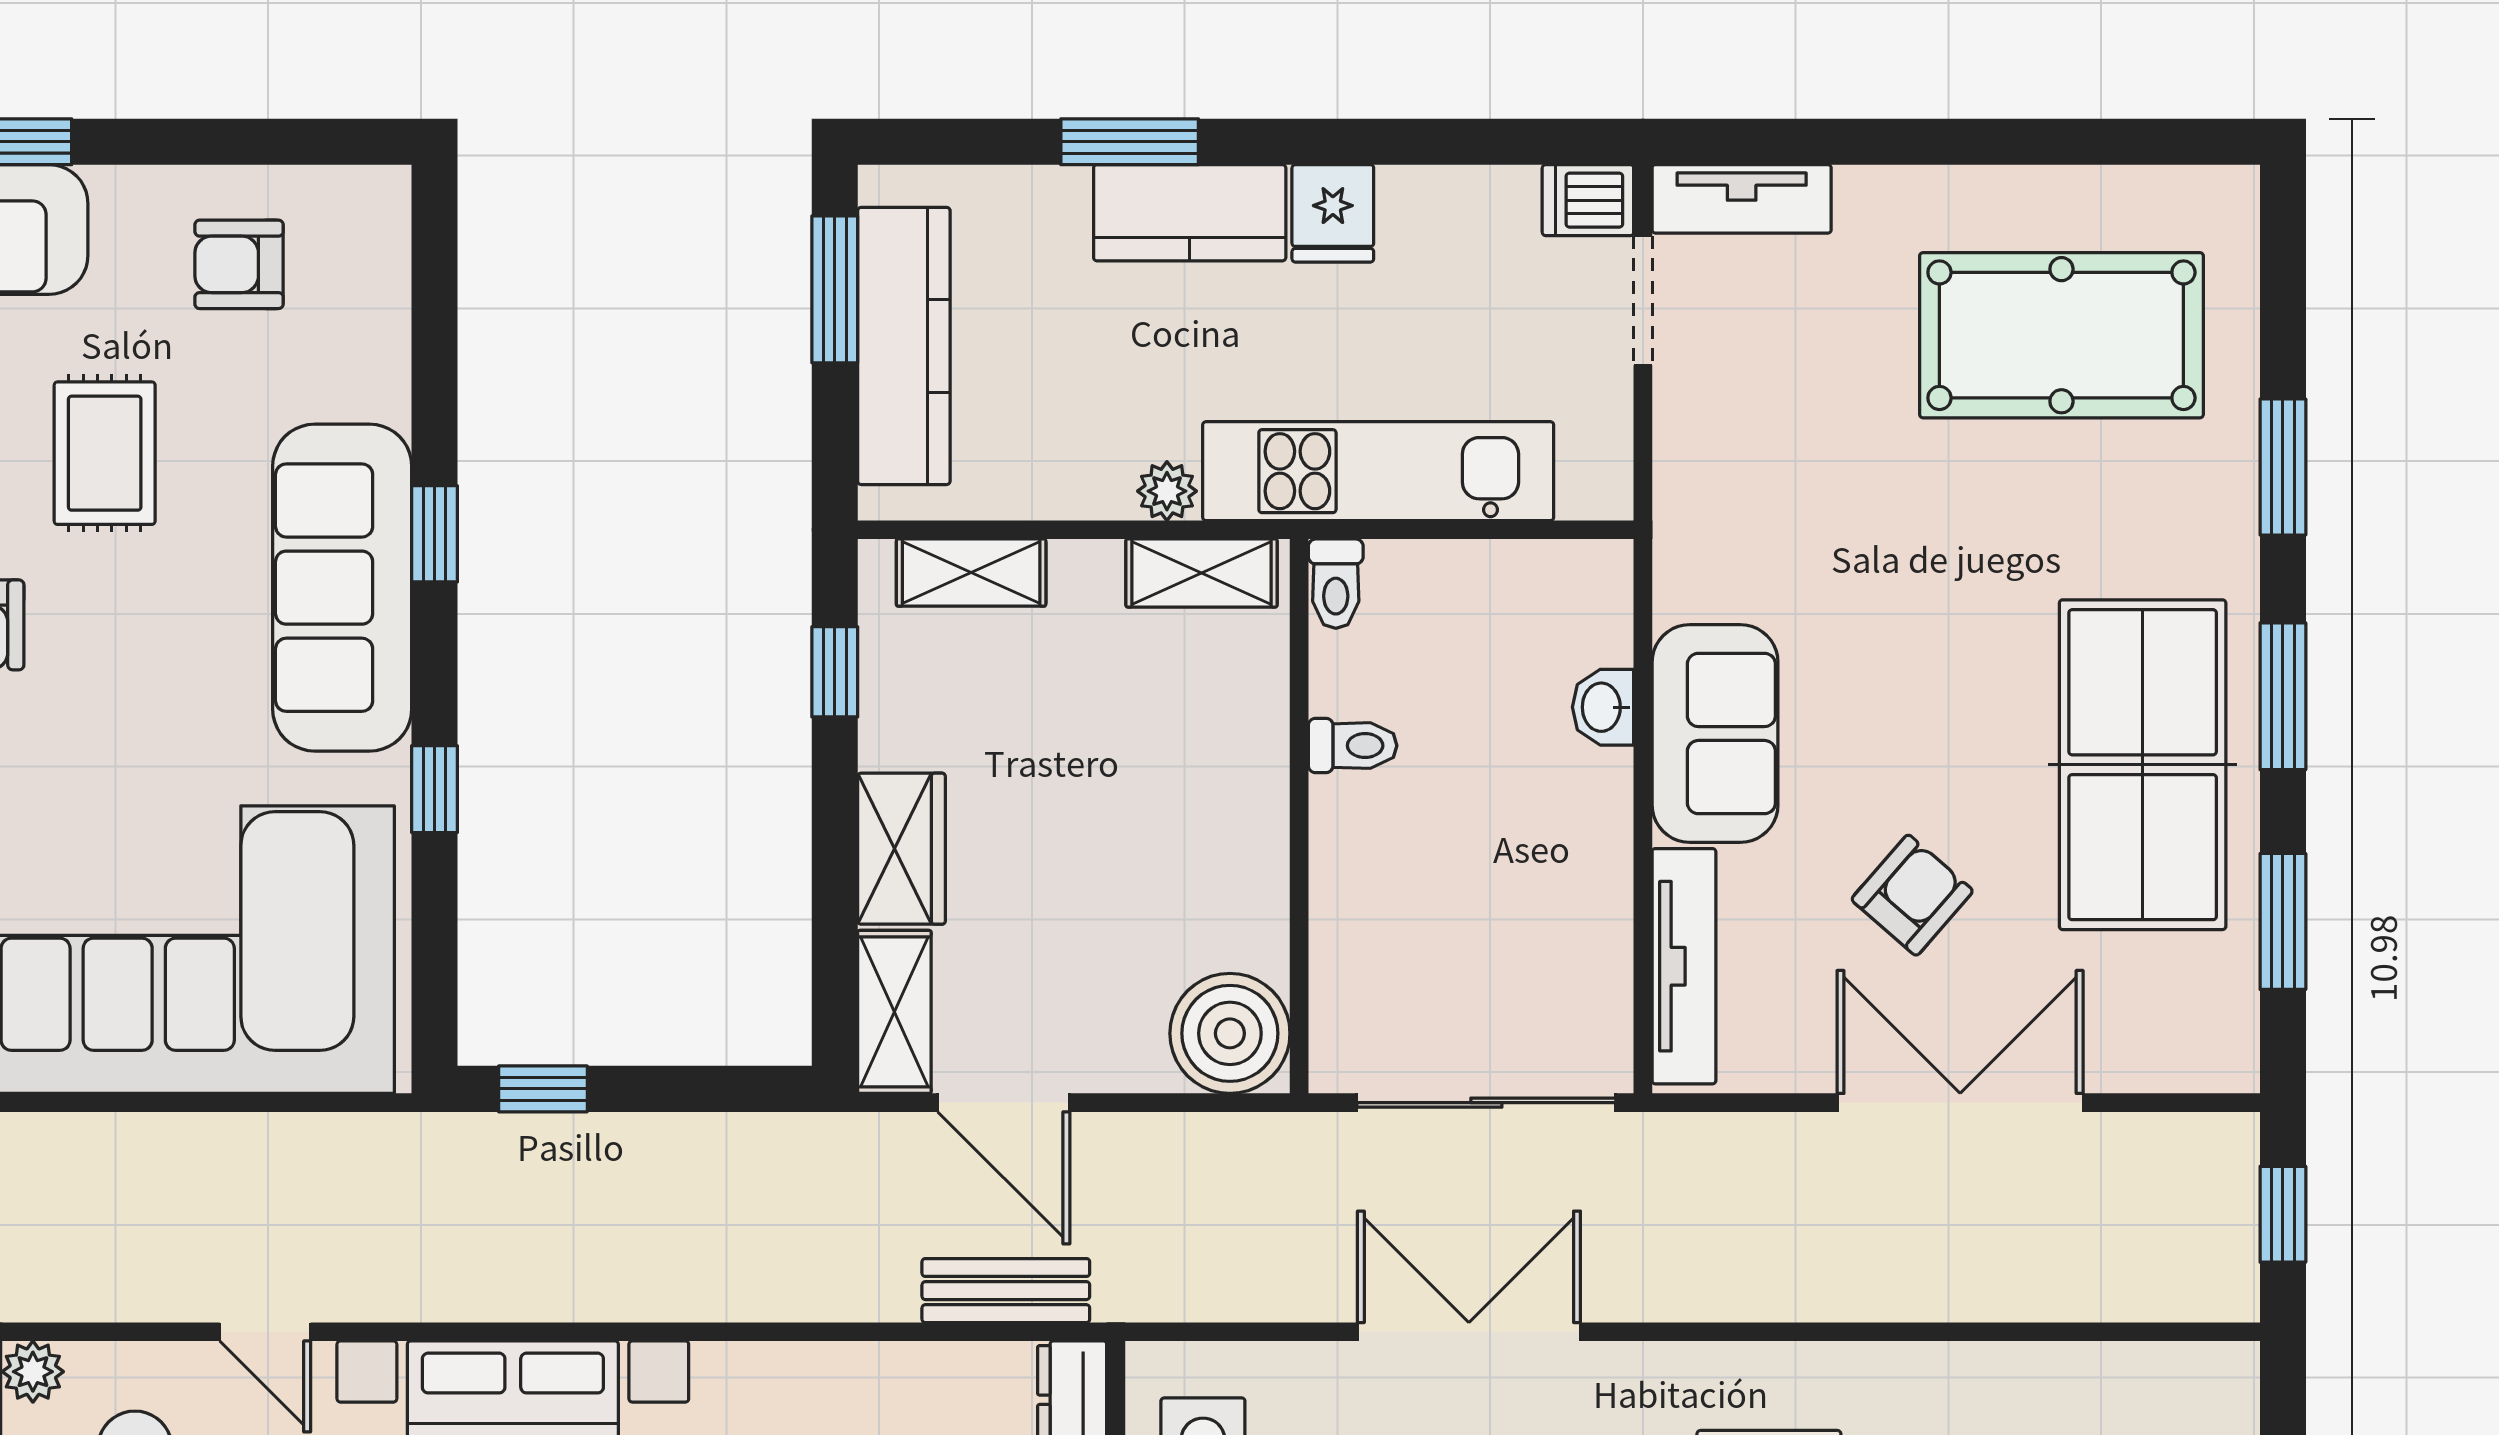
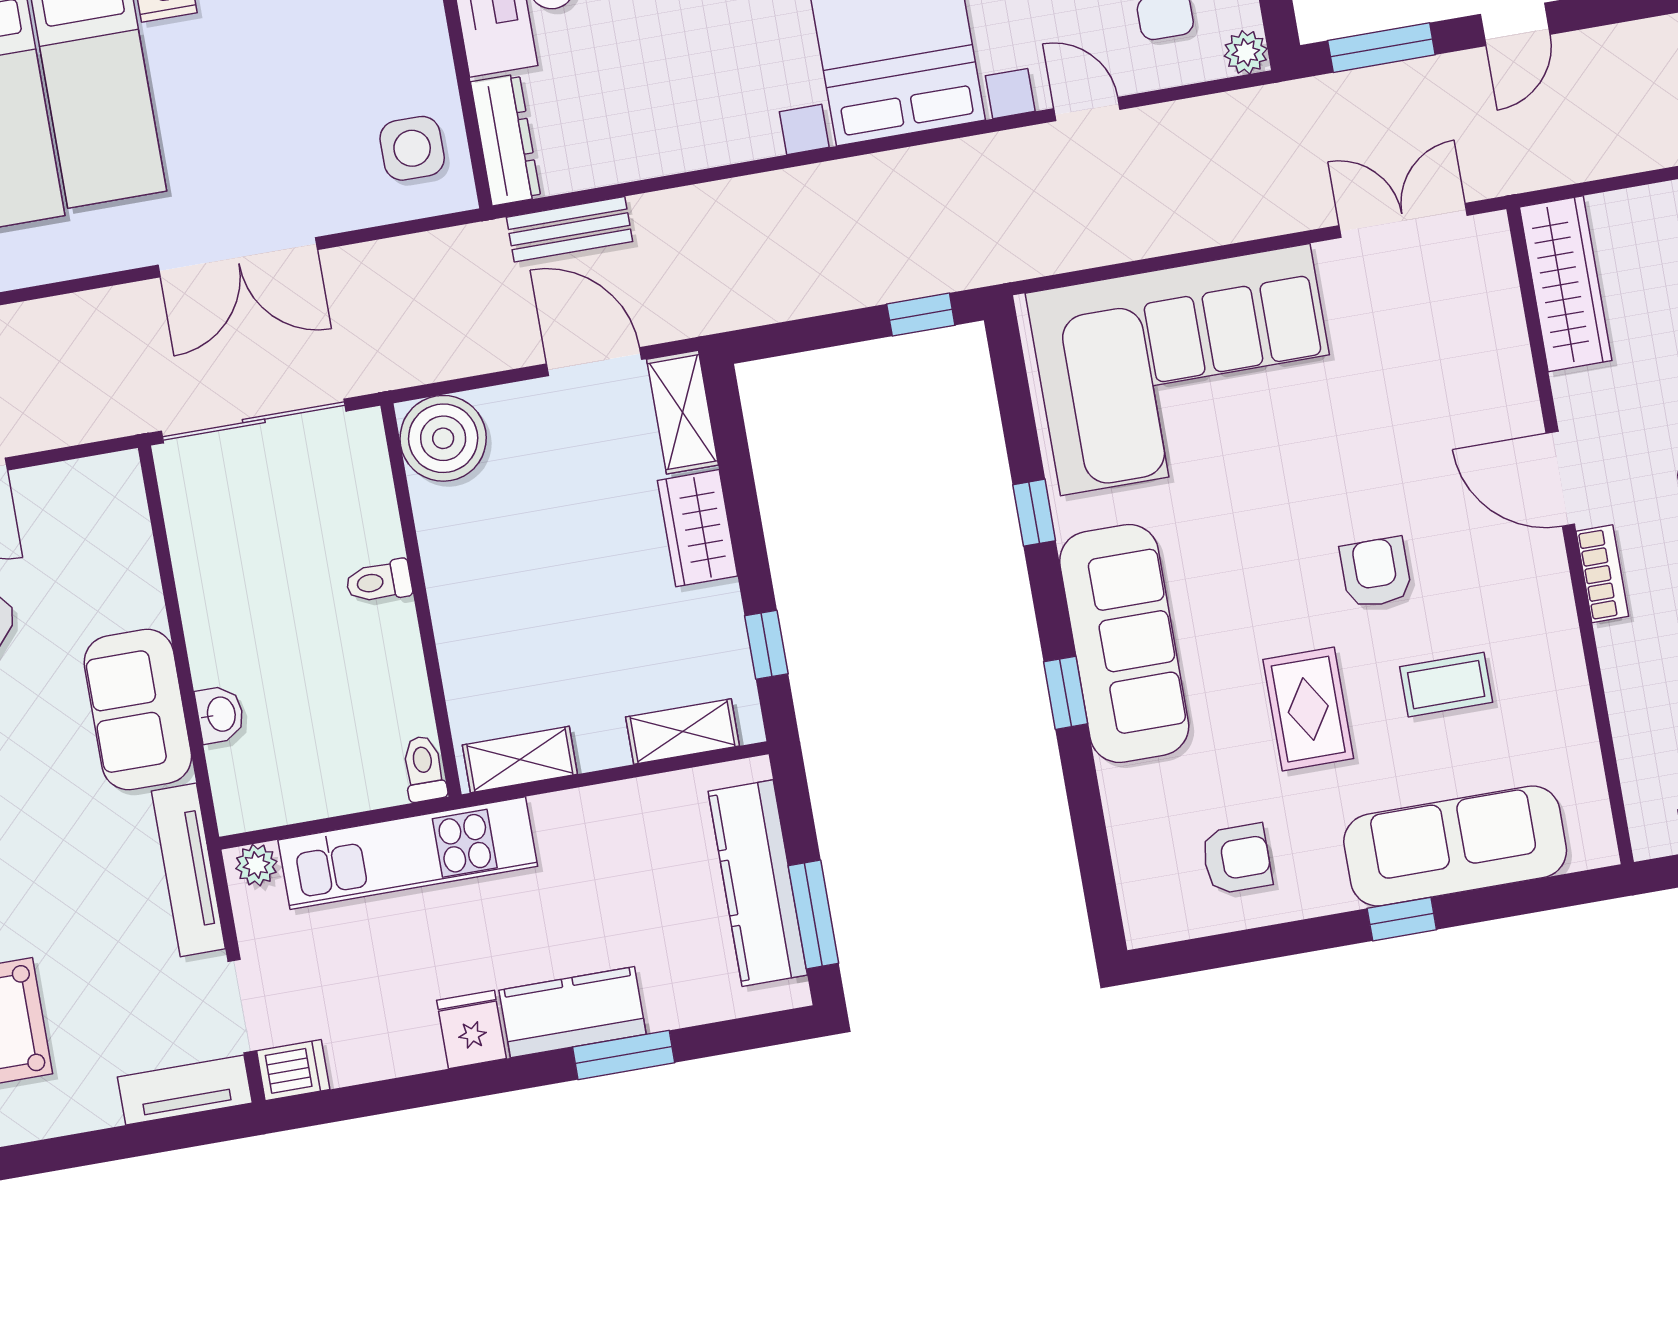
plant: (1167, 491) -> (256, 865), moved
toilet: (1353, 746) -> (379, 582), moved
tv unit: (1684, 966) -> (188, 870), moved

